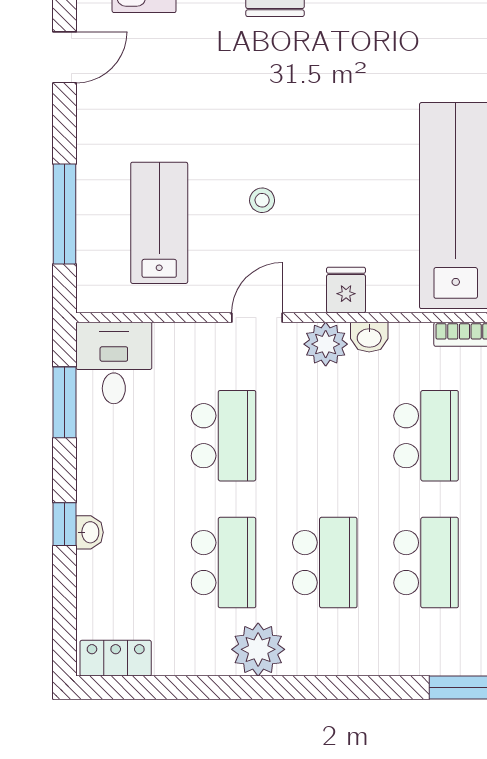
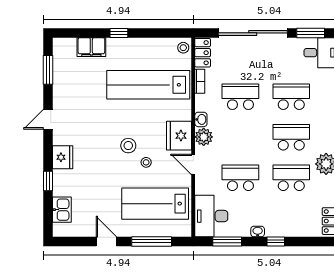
door: (65, 57) -> (106, 241), moved
stool: (304, 156) -> (128, 146), added
lab bench: (159, 223) -> (155, 204), width x1.36, depth x1.39
fridge: (346, 290) -> (179, 136), width x1.88, depth x1.34
desk: (114, 363) -> (211, 216), width x1.37
washbasin: (90, 532) -> (258, 231), moved

